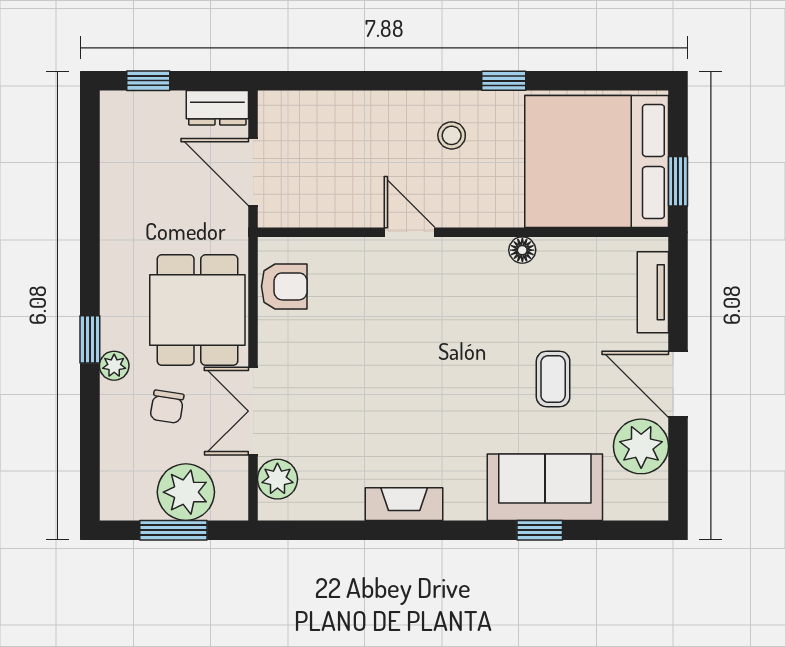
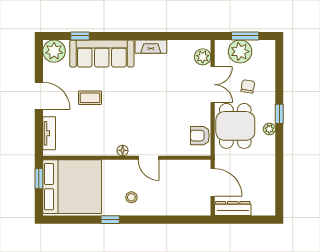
window: (148, 81) -> (255, 220), removed
dresser: (217, 108) -> (233, 209), width x1.44
floor lamp: (522, 250) -> (123, 150), moved
plant: (114, 366) -> (269, 129), moved
coffee table: (553, 379) -> (90, 98), turned 90
plant: (641, 446) -> (54, 51), moved
sofa: (545, 487) -> (102, 54), width x1.36
window: (540, 530) -> (80, 36), moved

